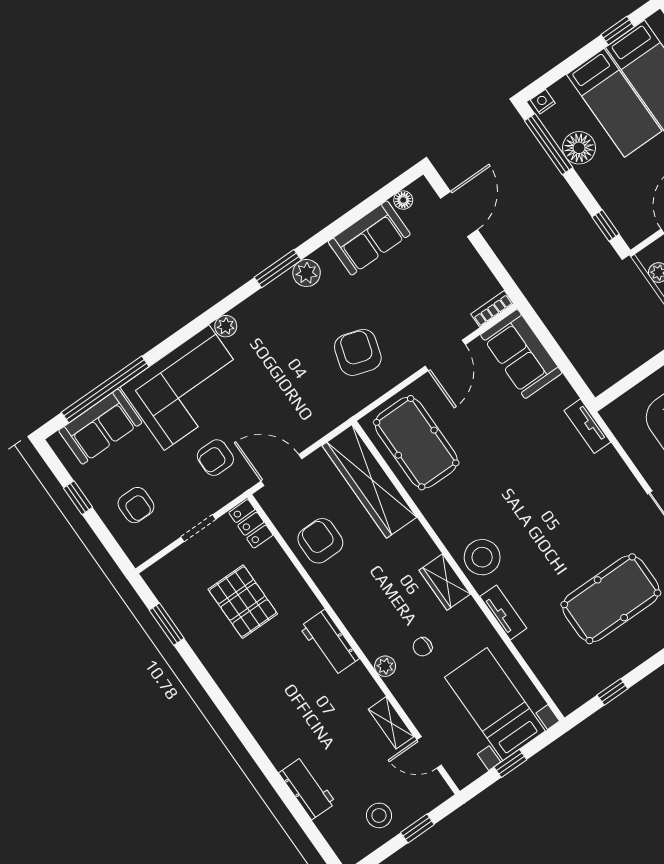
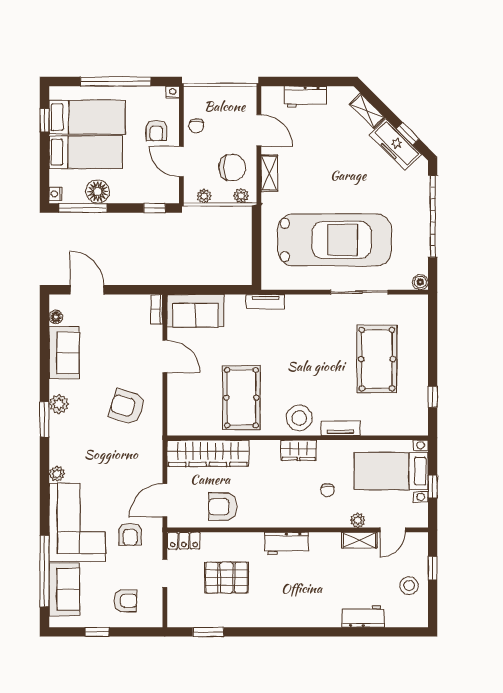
pool table: (416, 443) -> (241, 398), moved, turned 90
plant: (385, 666) -> (358, 520), moved

